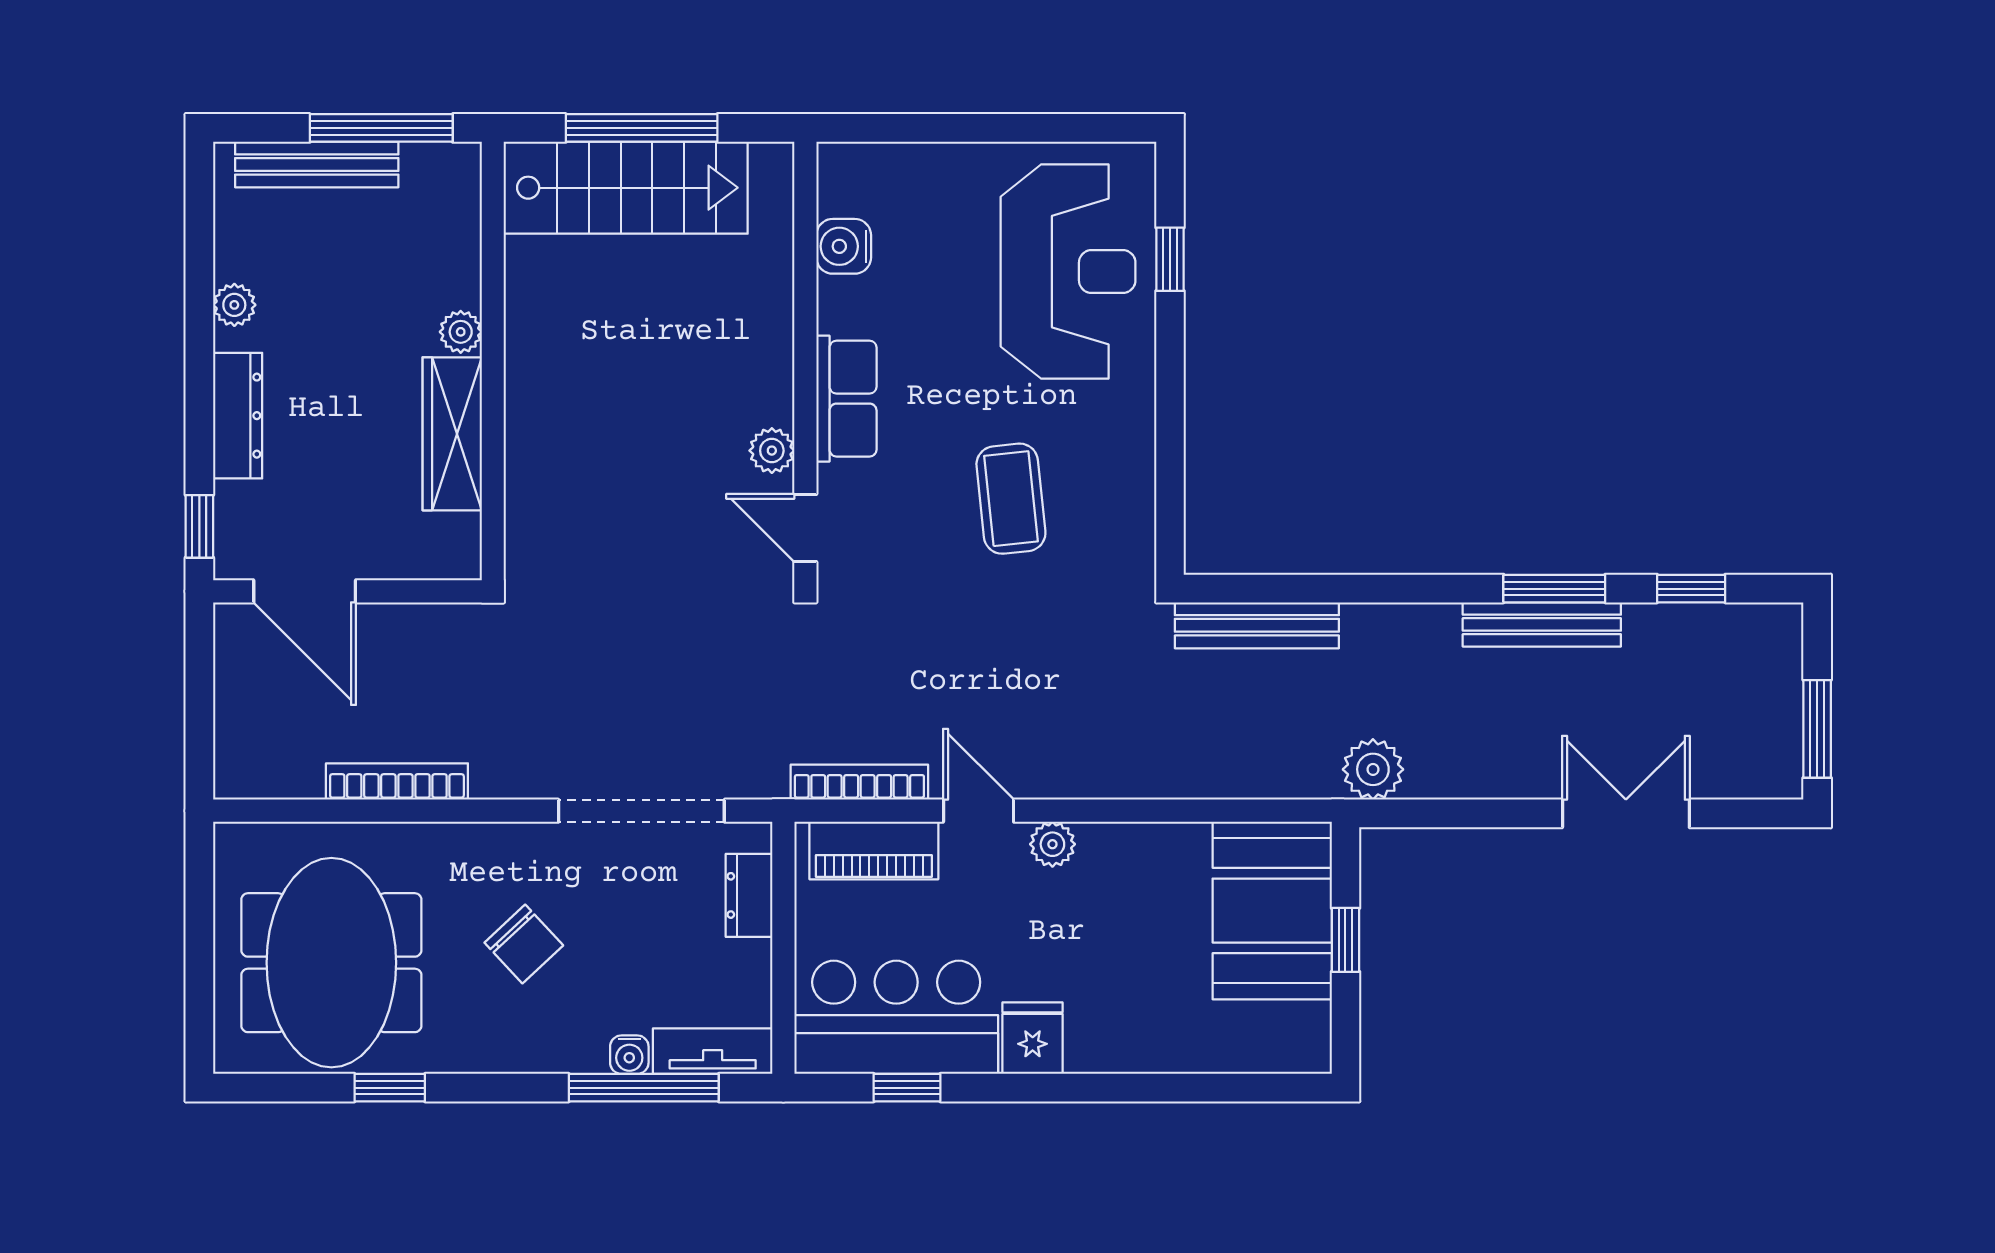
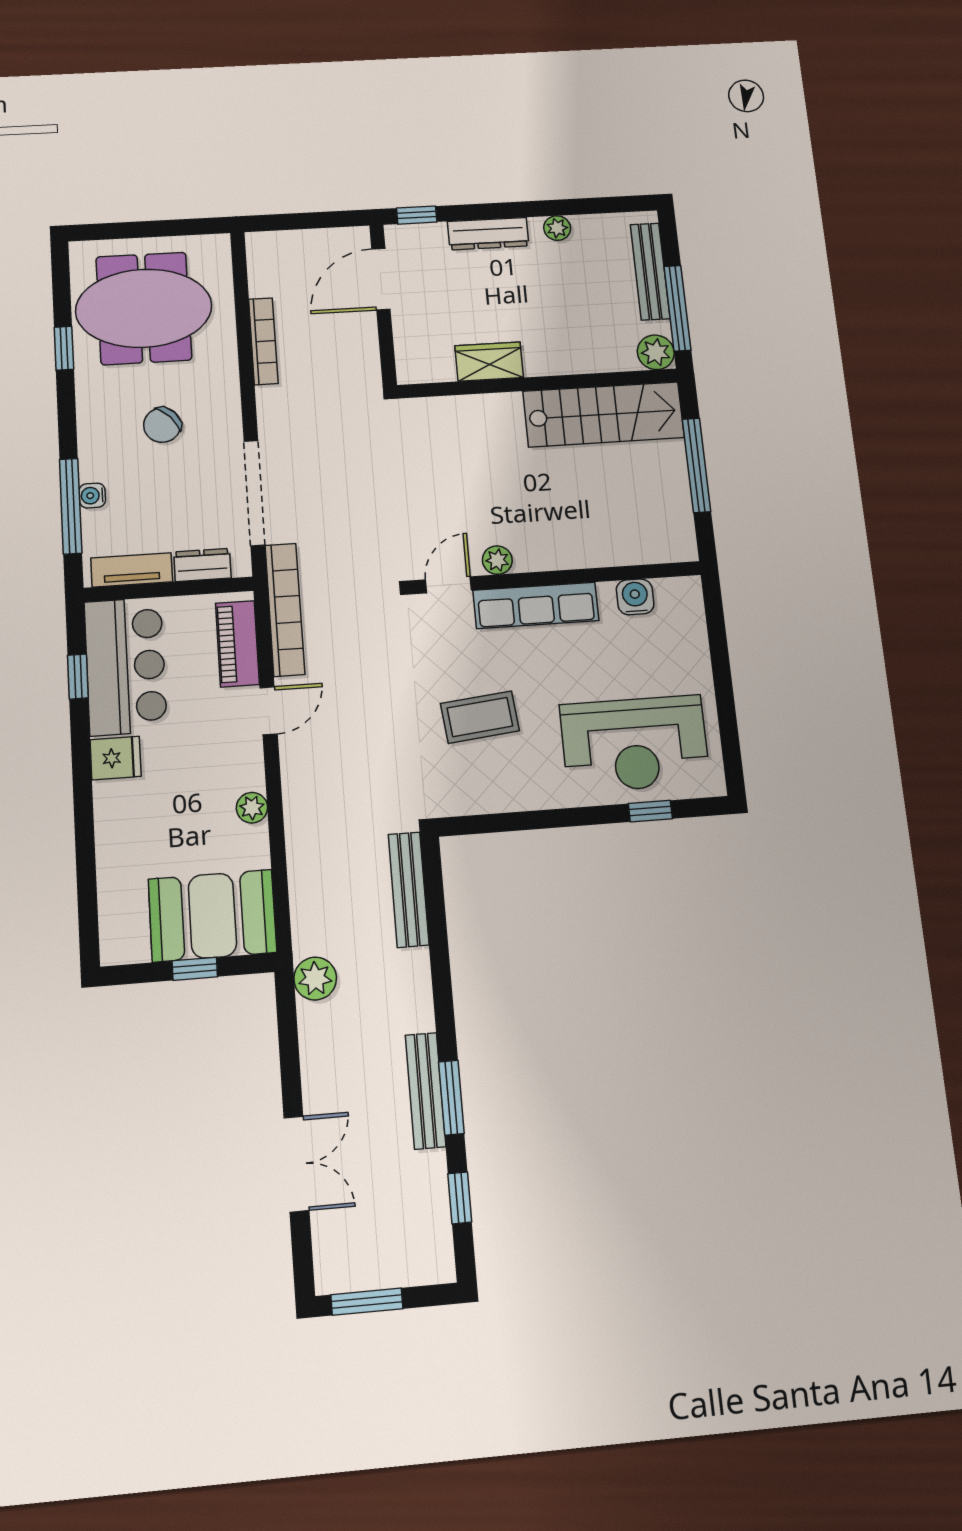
stairs: (626, 188) -> (604, 414), moved, turned -90
plant: (461, 332) -> (656, 352), moved, width x1.38, depth x1.38
row of seats: (846, 399) -> (536, 605), width x1.48
wardrobe: (452, 434) -> (489, 362), width x0.67
bookcase: (859, 782) -> (285, 609), width x1.48, depth x1.31
plant: (1052, 844) -> (252, 808), moved
tv unit: (713, 1051) -> (132, 570), moved, turned -90

